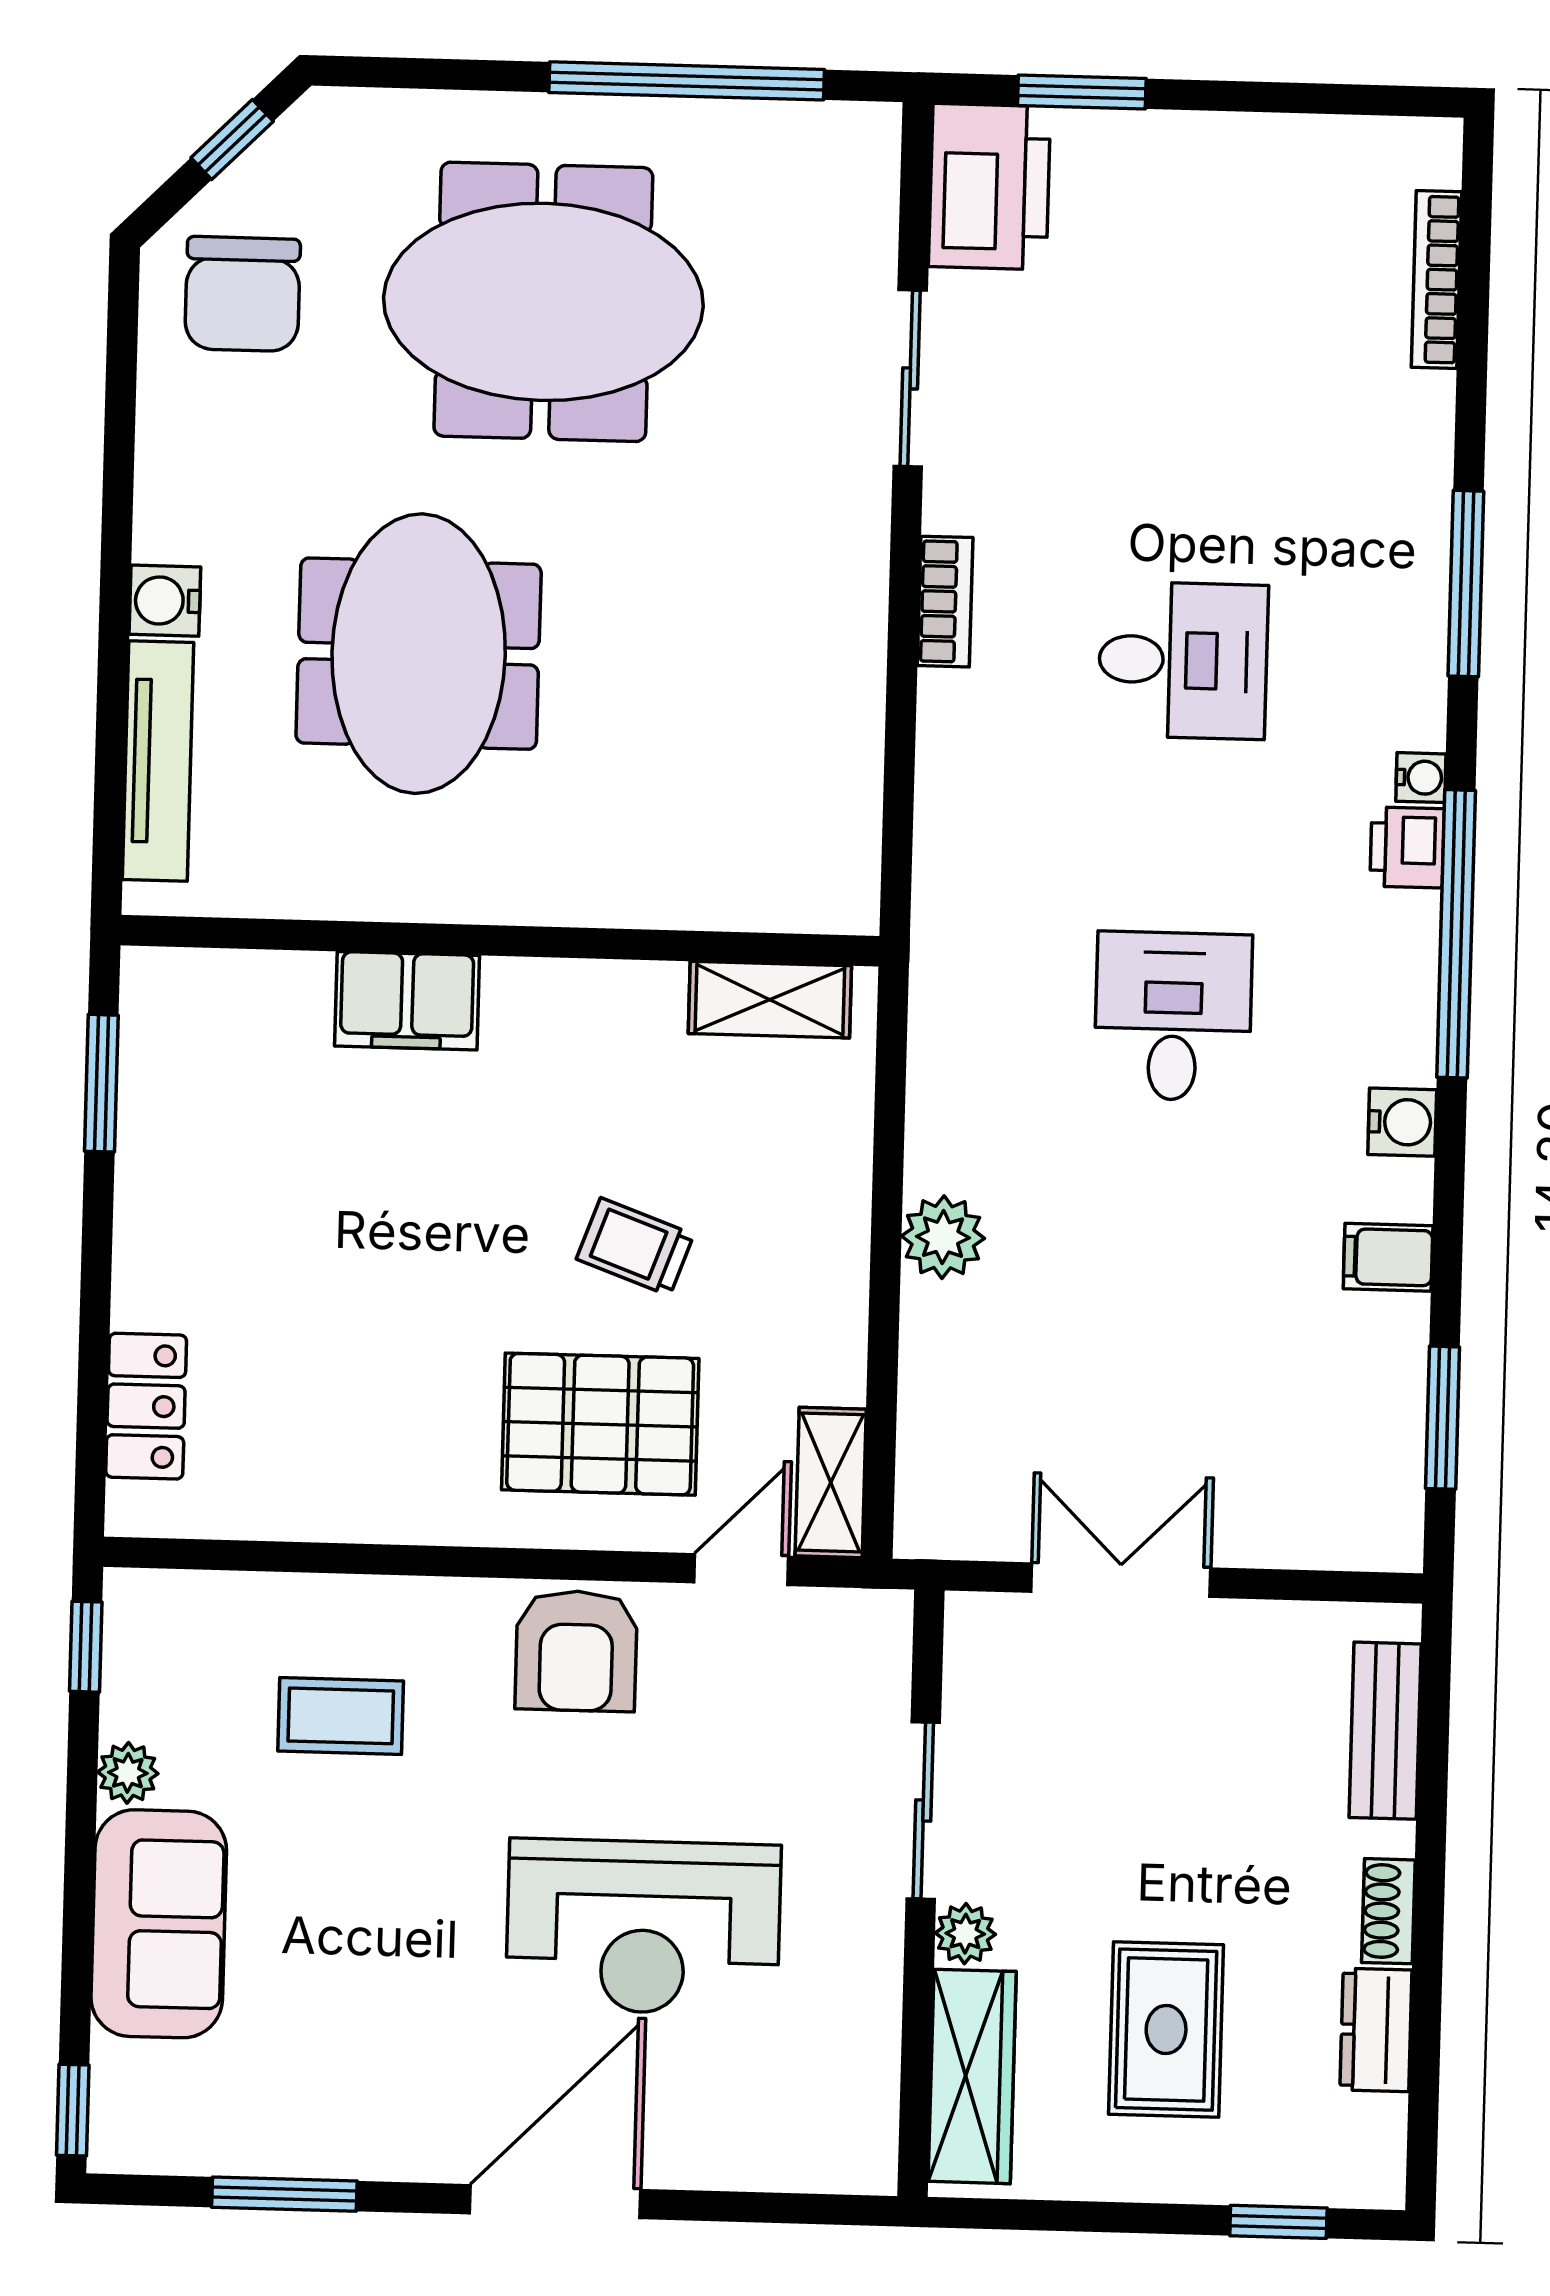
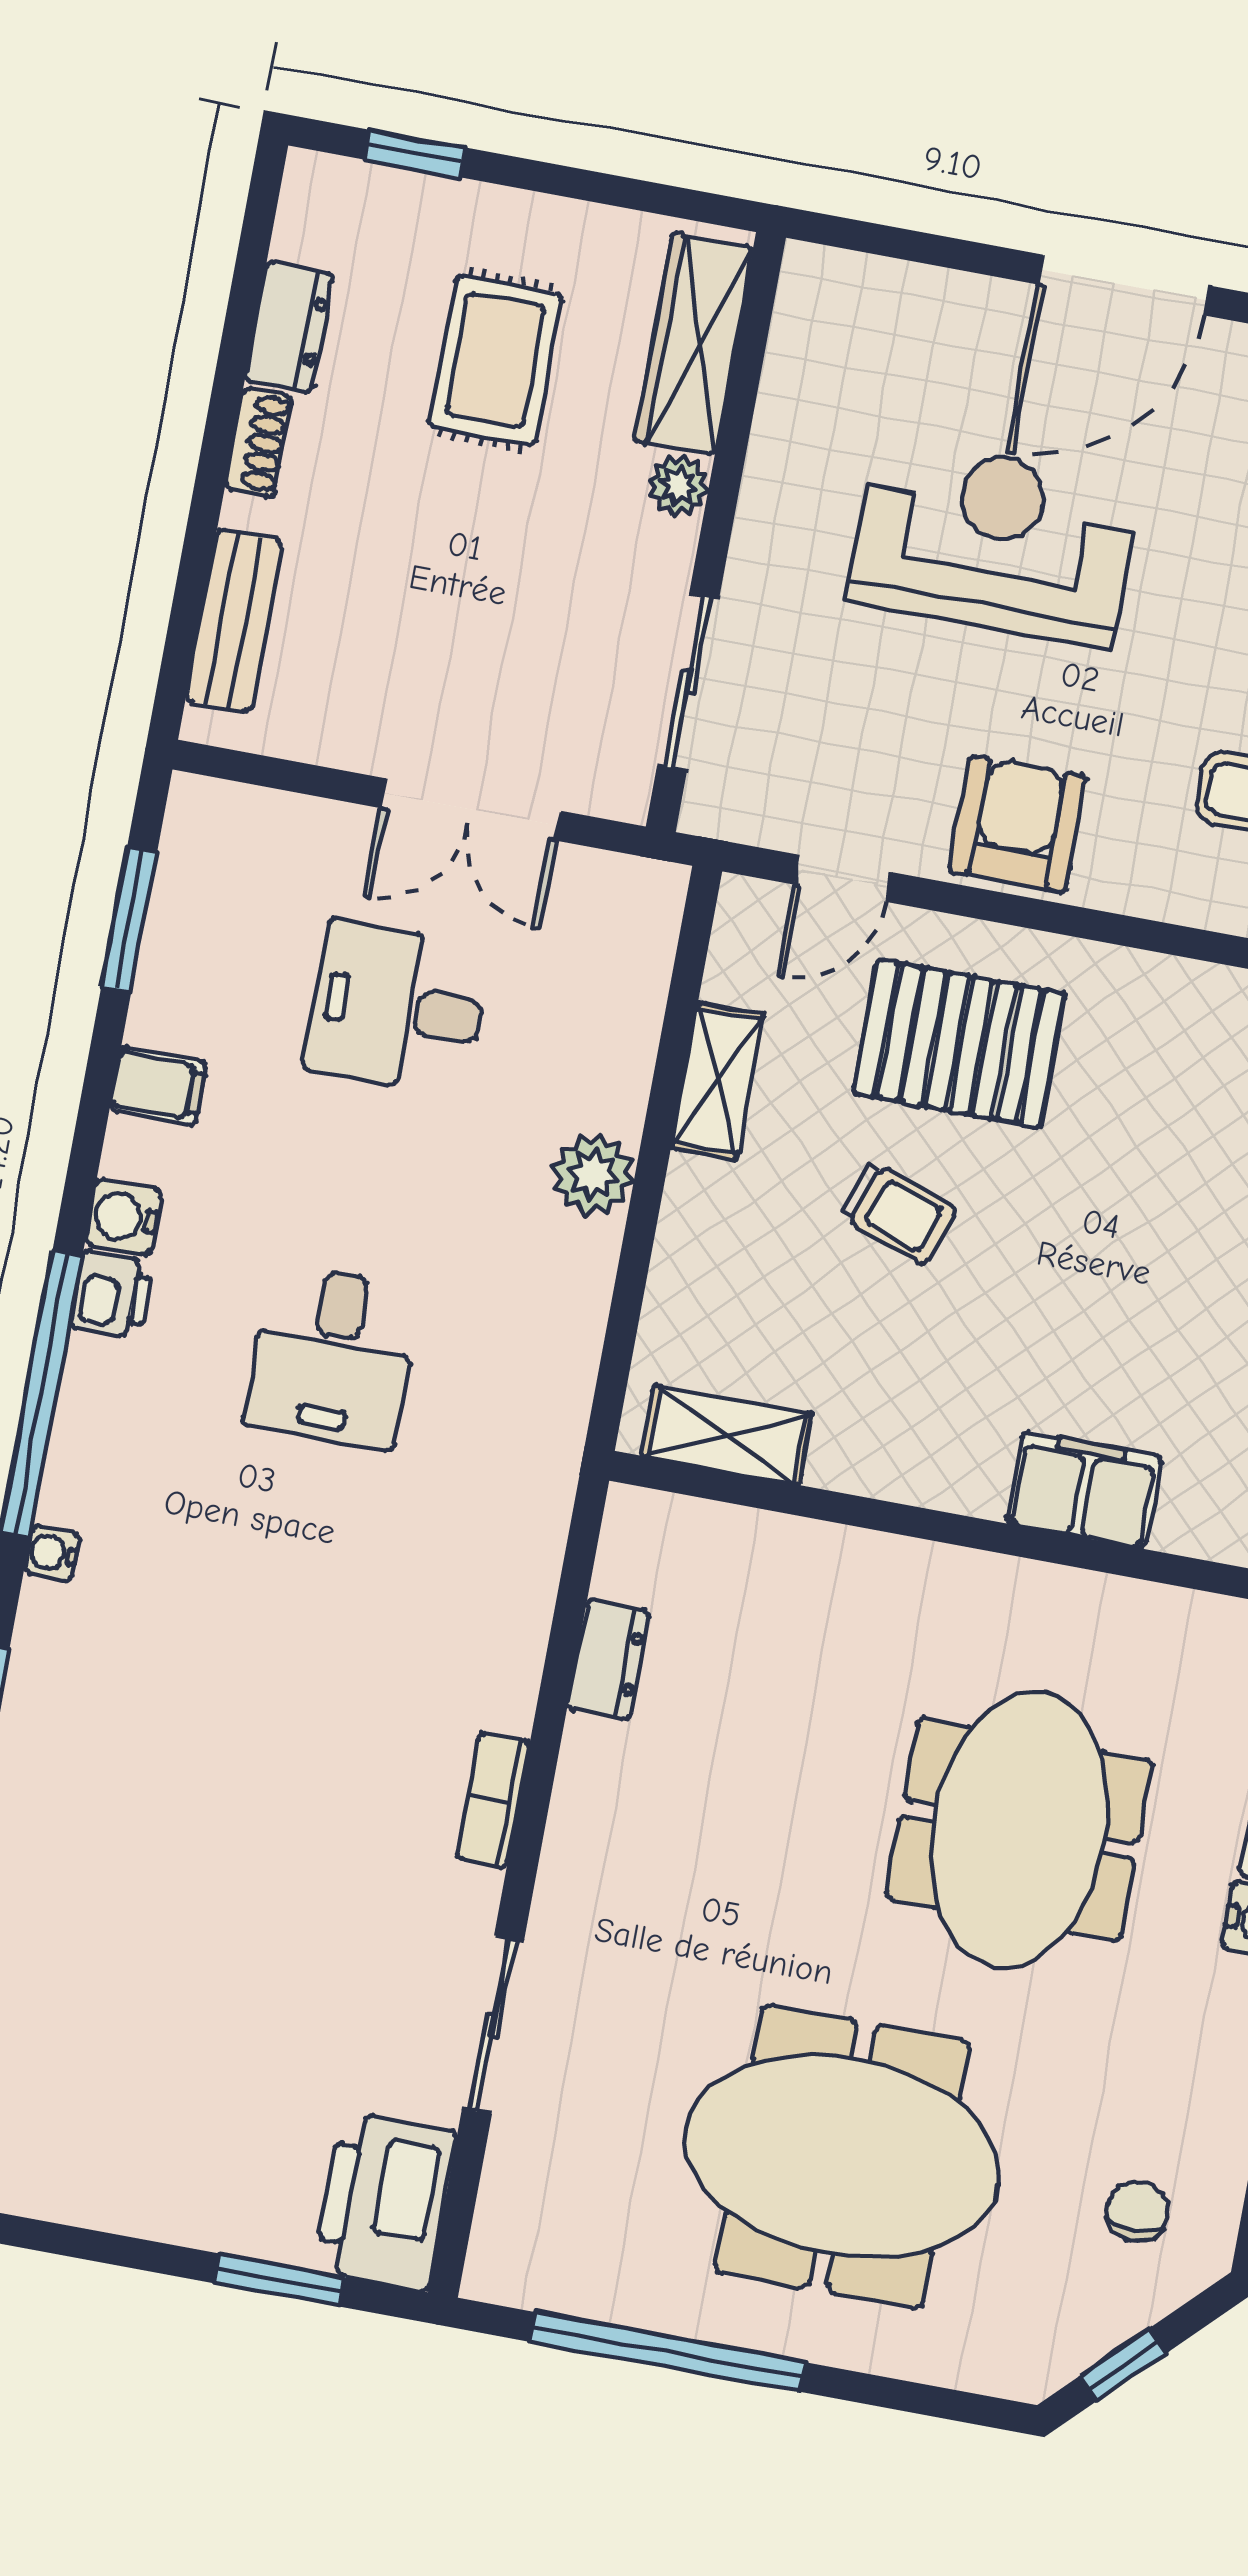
chair: (243, 294) -> (1137, 2211), width x0.54, depth x0.54
desk: (1183, 660) -> (397, 1008), moved
dresser: (853, 758) -> (608, 1660), added
printer: (1407, 847) -> (112, 1295), moved
shelving: (831, 1482) -> (717, 1081), moved
sliding door: (923, 1810) -> (688, 682), moved

